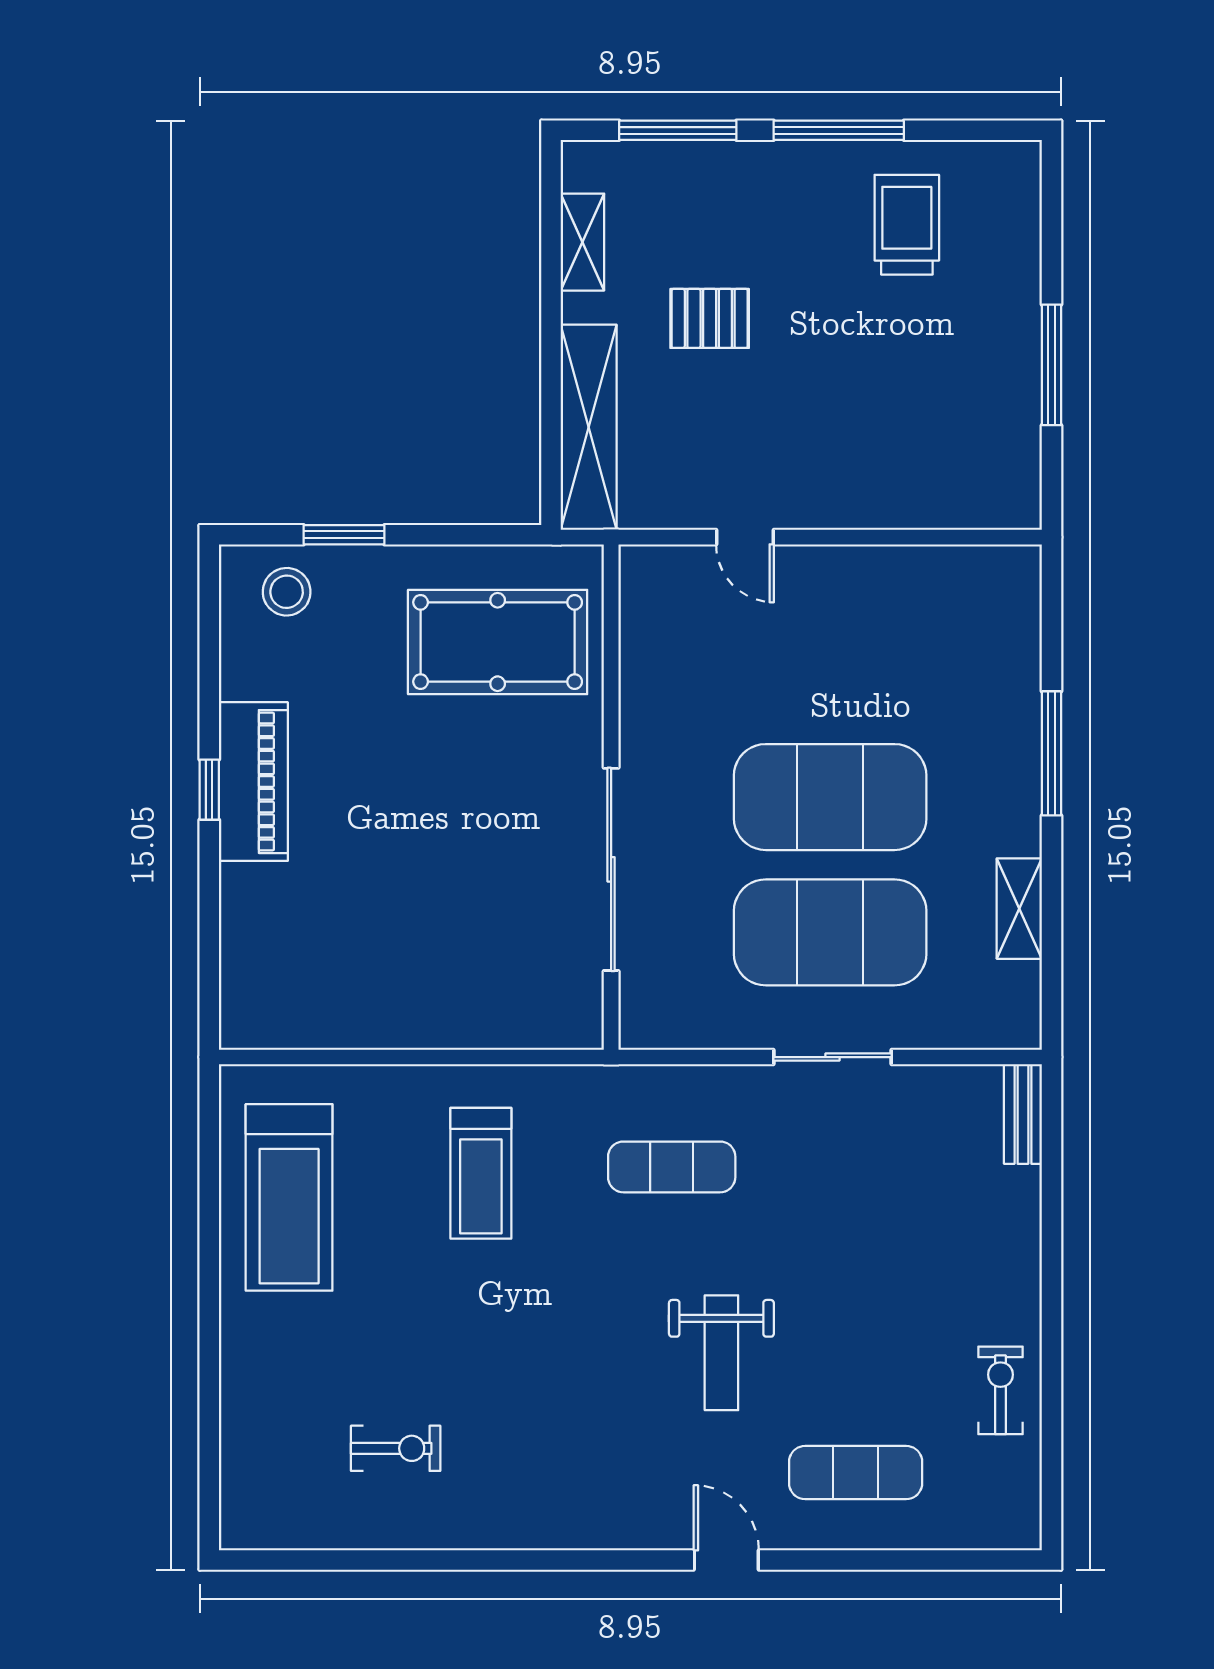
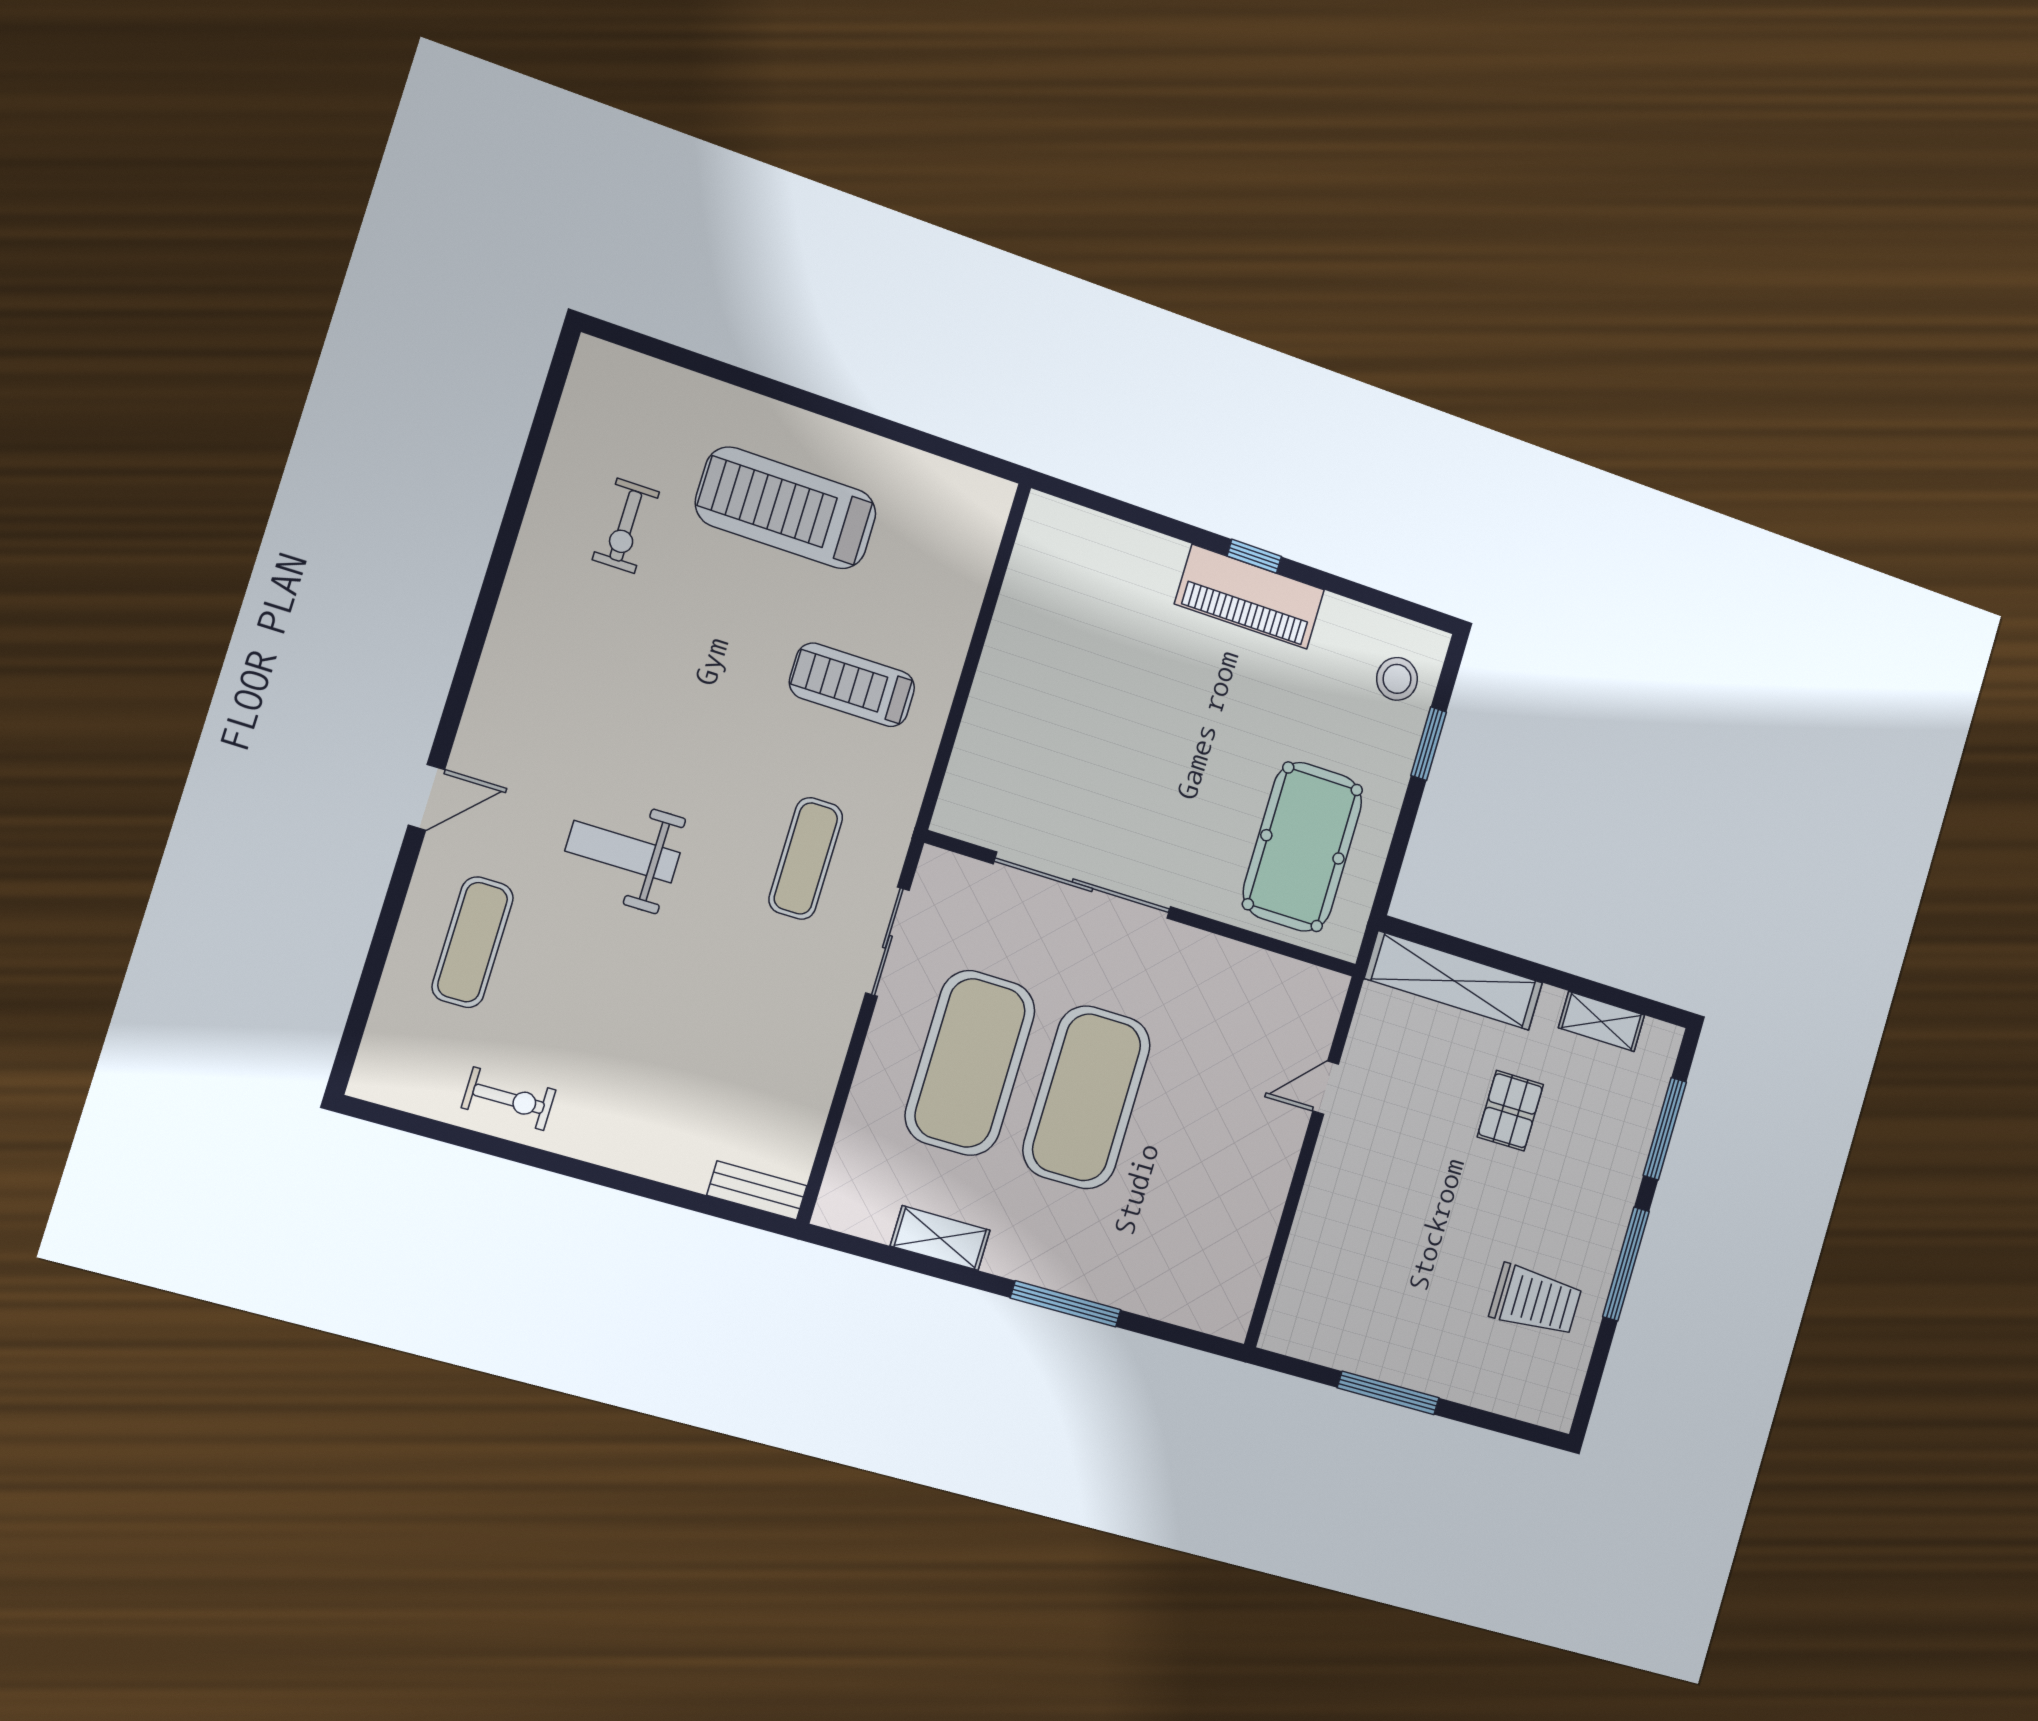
sliding door: (832, 1057) -> (887, 942), moved
treadmill: (289, 1197) -> (786, 508), moved

